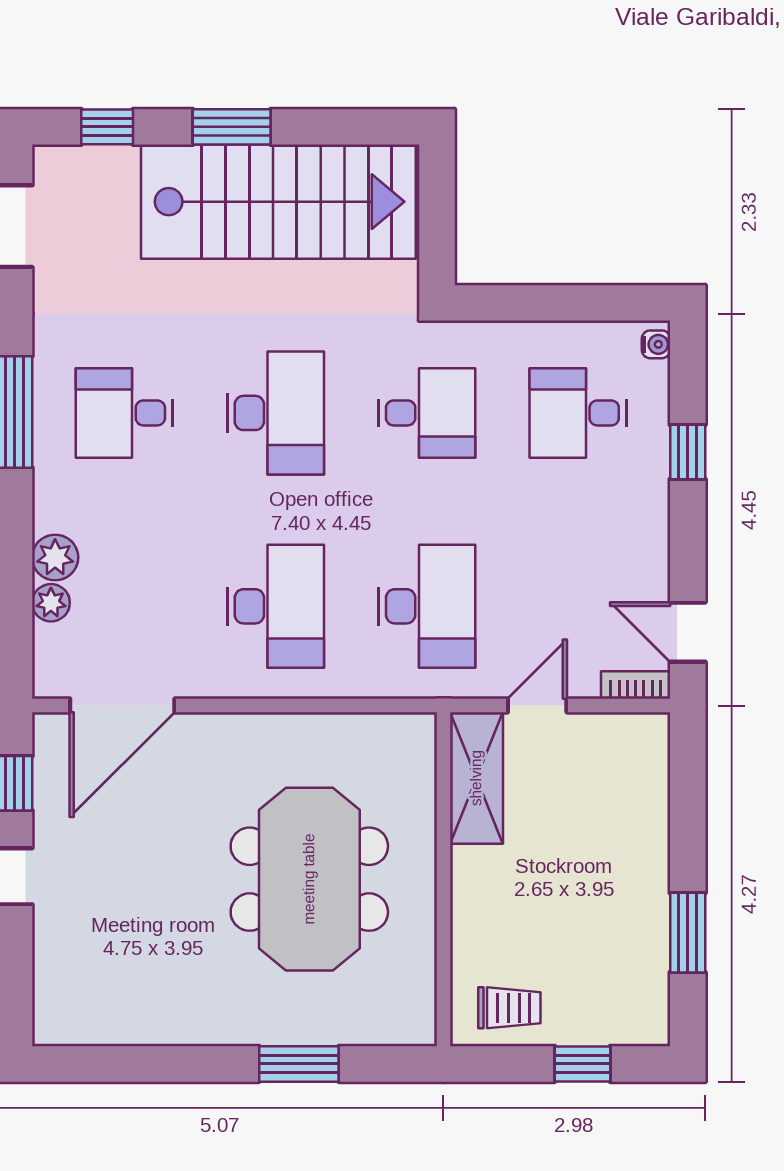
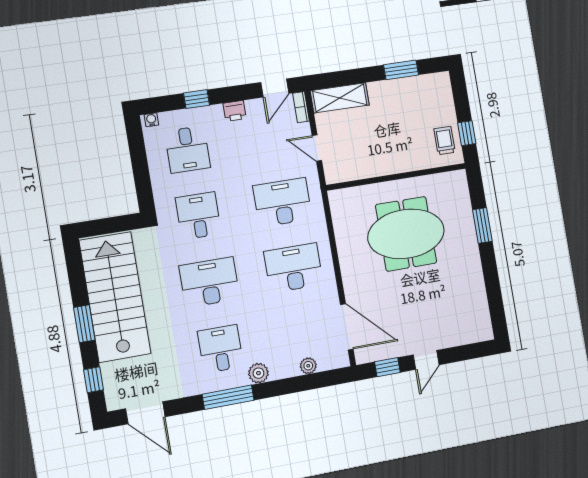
desk: (124, 413) -> (221, 349), turned 180
printer: (649, 533) -> (235, 111), added
plant: (55, 557) -> (258, 373), moved
shelving: (476, 778) -> (340, 98), moved
window: (582, 1064) -> (467, 133), moved

